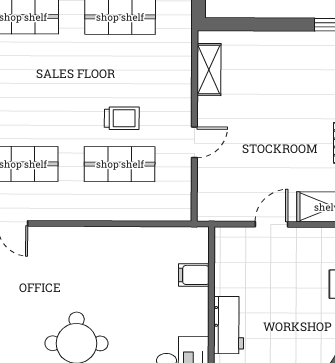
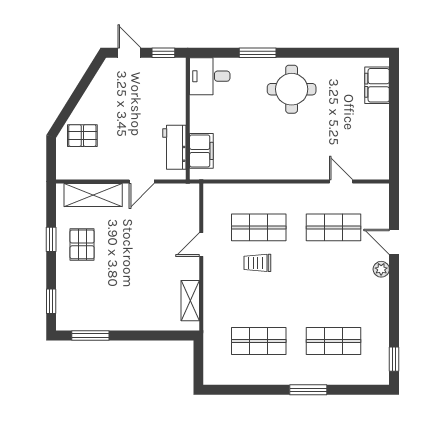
filing cabinet: (194, 275) -> (201, 151), width x2.00
workbench: (229, 325) -> (174, 147), moved

